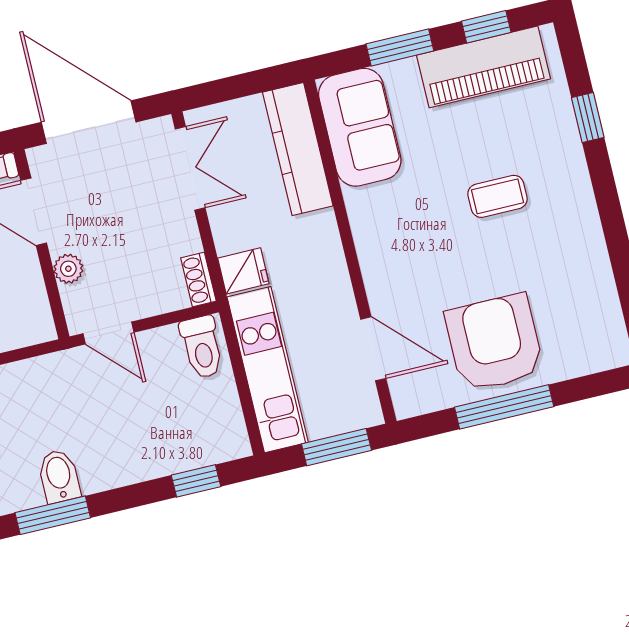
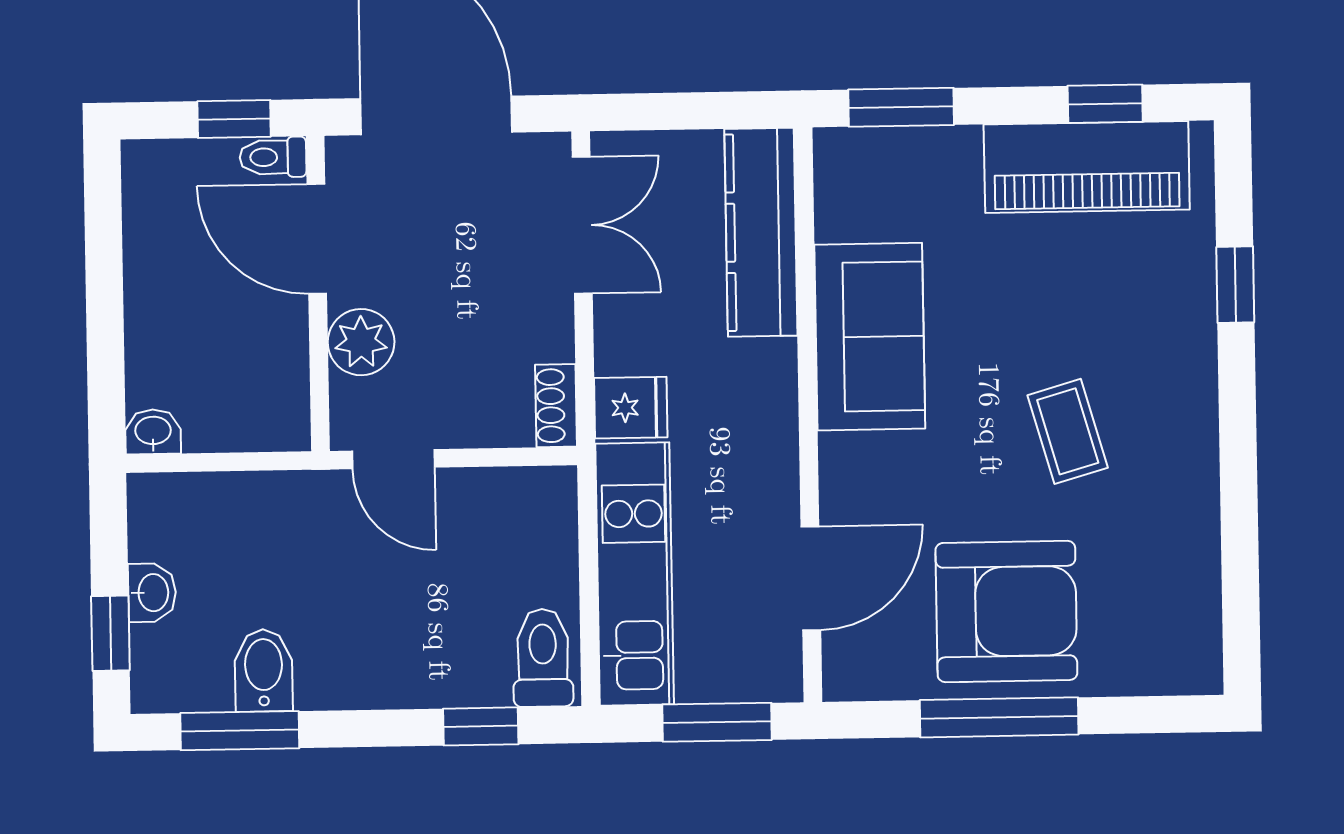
window: (400, 47) -> (901, 107), moved
sofa: (360, 127) -> (870, 337), moved
coffee table: (498, 196) -> (1068, 431), moved, turned 74
plant: (68, 269) -> (361, 342), width x1.38, depth x1.38
armchair: (494, 343) -> (1006, 611), turned 90
toilet: (202, 347) -> (543, 658), moved, turned 180
door: (373, 349) -> (811, 578), hinge flipped

